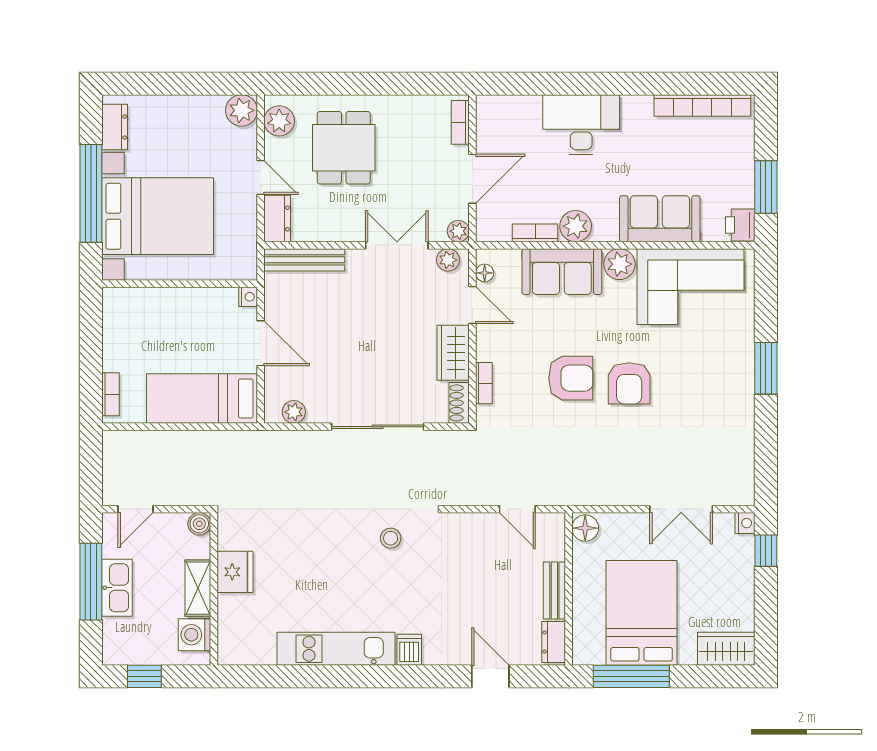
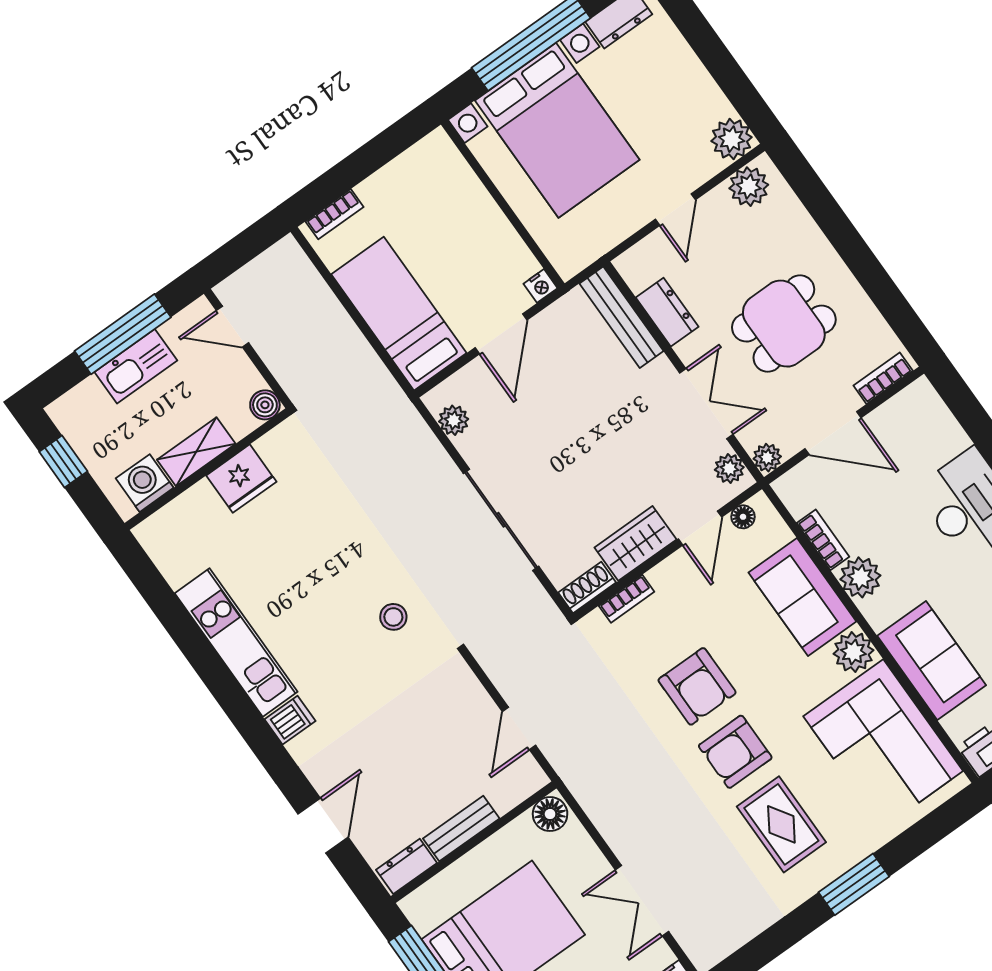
dining table: (344, 148) -> (784, 324), moved
dresser: (277, 218) -> (667, 312), moved, turned -90
rug: (696, 387) -> (781, 824), added

